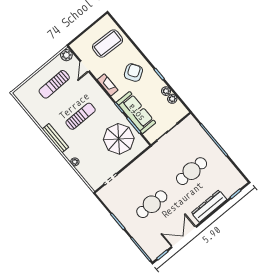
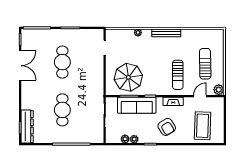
door: (85, 66) -> (200, 96), hinge flipped
sun lounger: (81, 116) -> (178, 75), moved
dresser: (209, 206) -> (27, 127), moved

